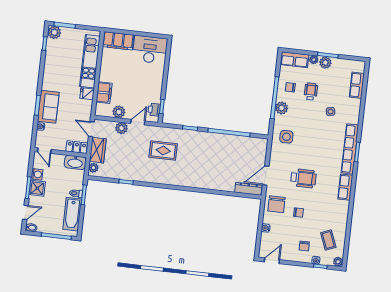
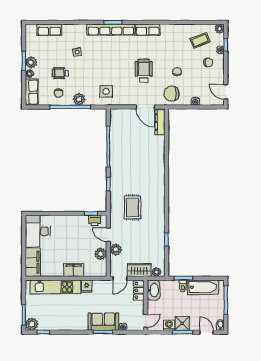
filing cabinet: (104, 93) -> (74, 270), moved
chair: (276, 204) -> (172, 94), turned 180

